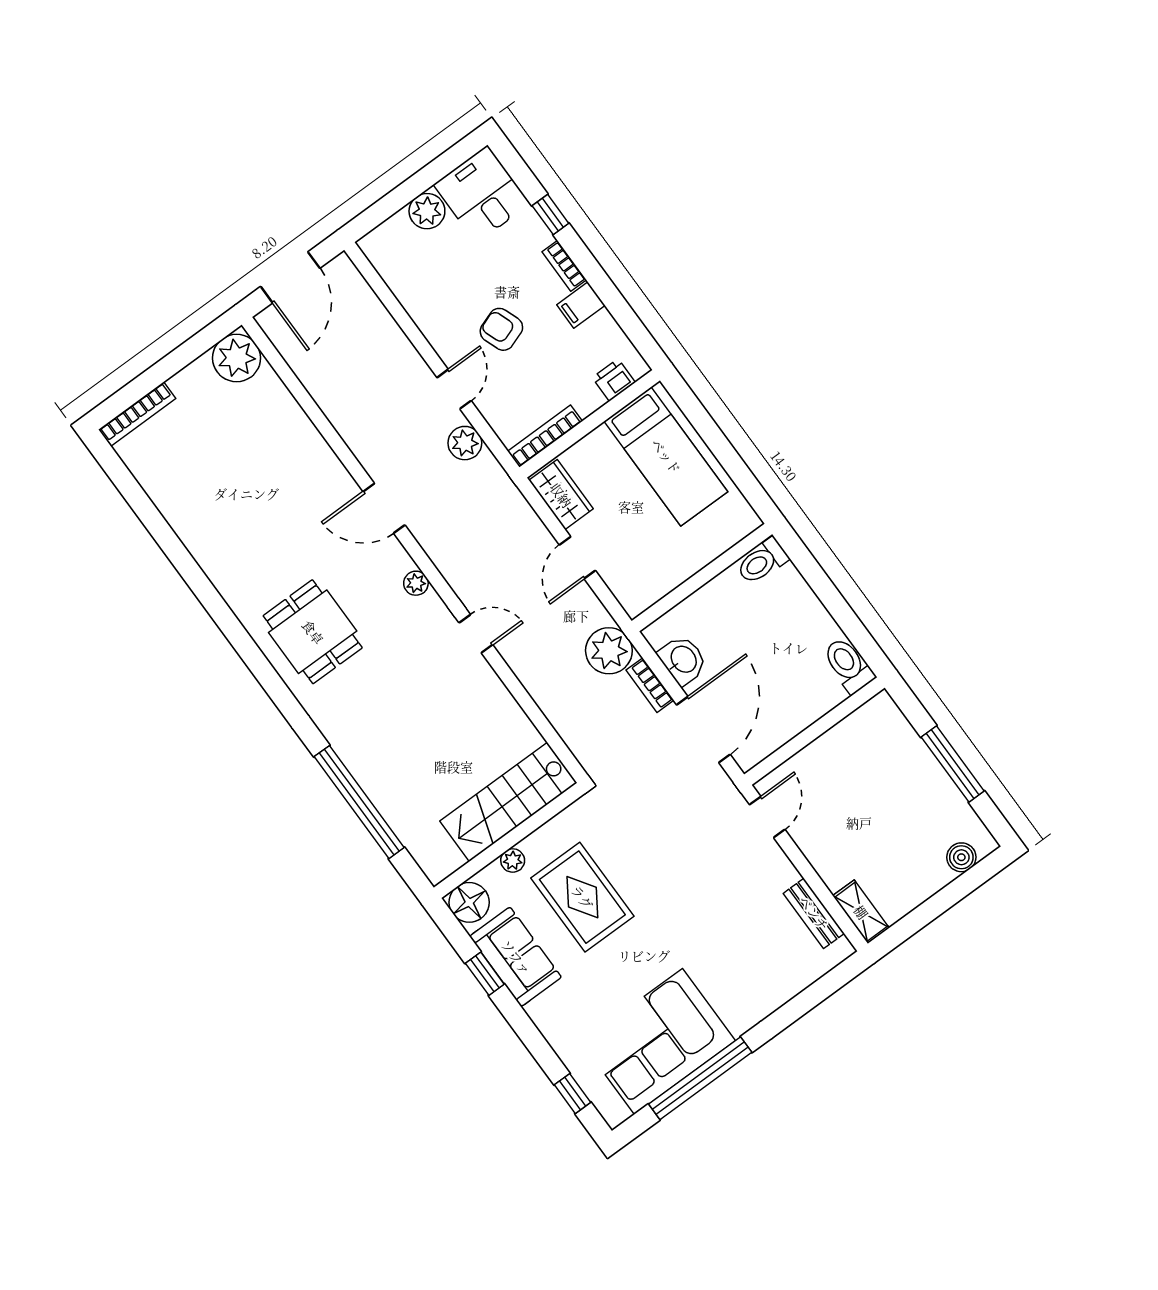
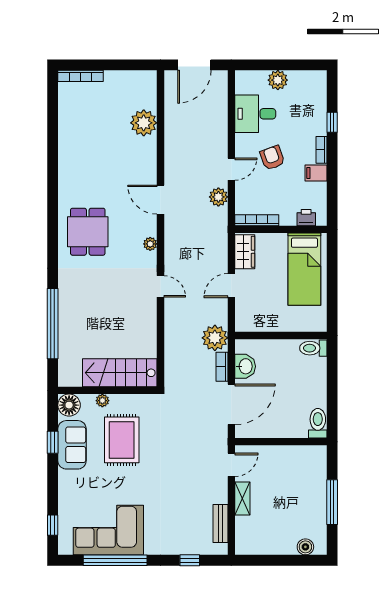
desk: (482, 194) -> (255, 114), moved, turned -90
plant: (237, 358) -> (144, 123), moved
shelving: (861, 912) -> (242, 498), moved
window: (808, 999) -> (190, 560), added

